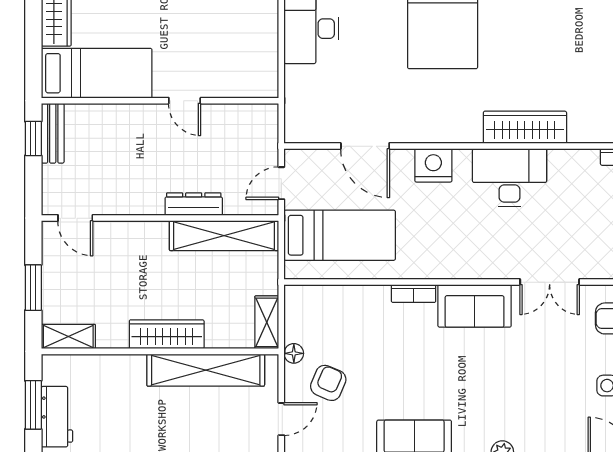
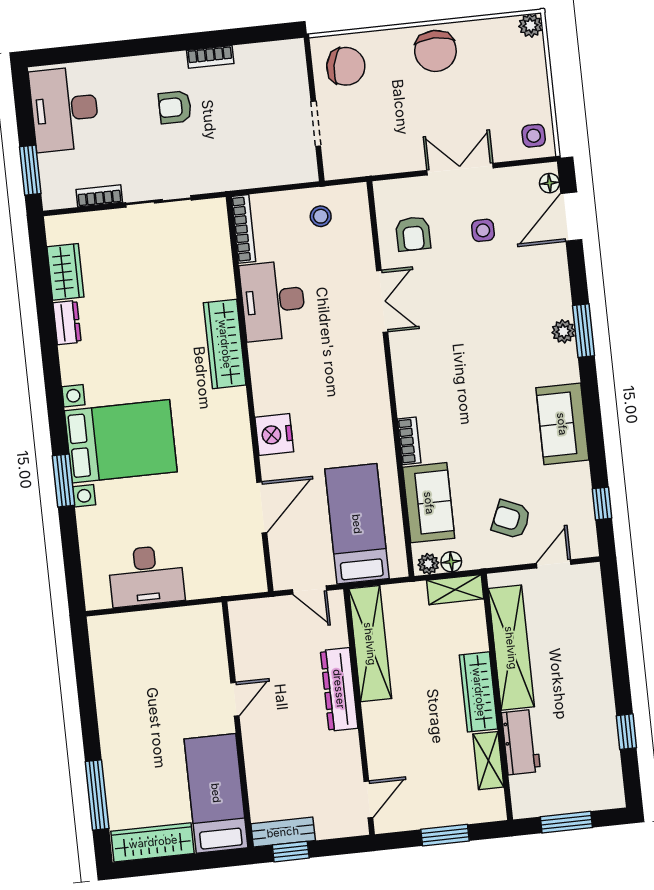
desk: (510, 178) -> (273, 301), moved
dresser: (194, 204) -> (339, 689), width x1.37, depth x1.24
plant: (294, 299) -> (428, 564), added
sofa: (475, 306) -> (429, 503), moved
shelving: (68, 337) -> (488, 761), moved
floor lamp: (294, 353) -> (451, 562), moved
workbench: (57, 417) -> (521, 742), moved, turned 90
door: (281, 419) -> (554, 564), hinge flipped

